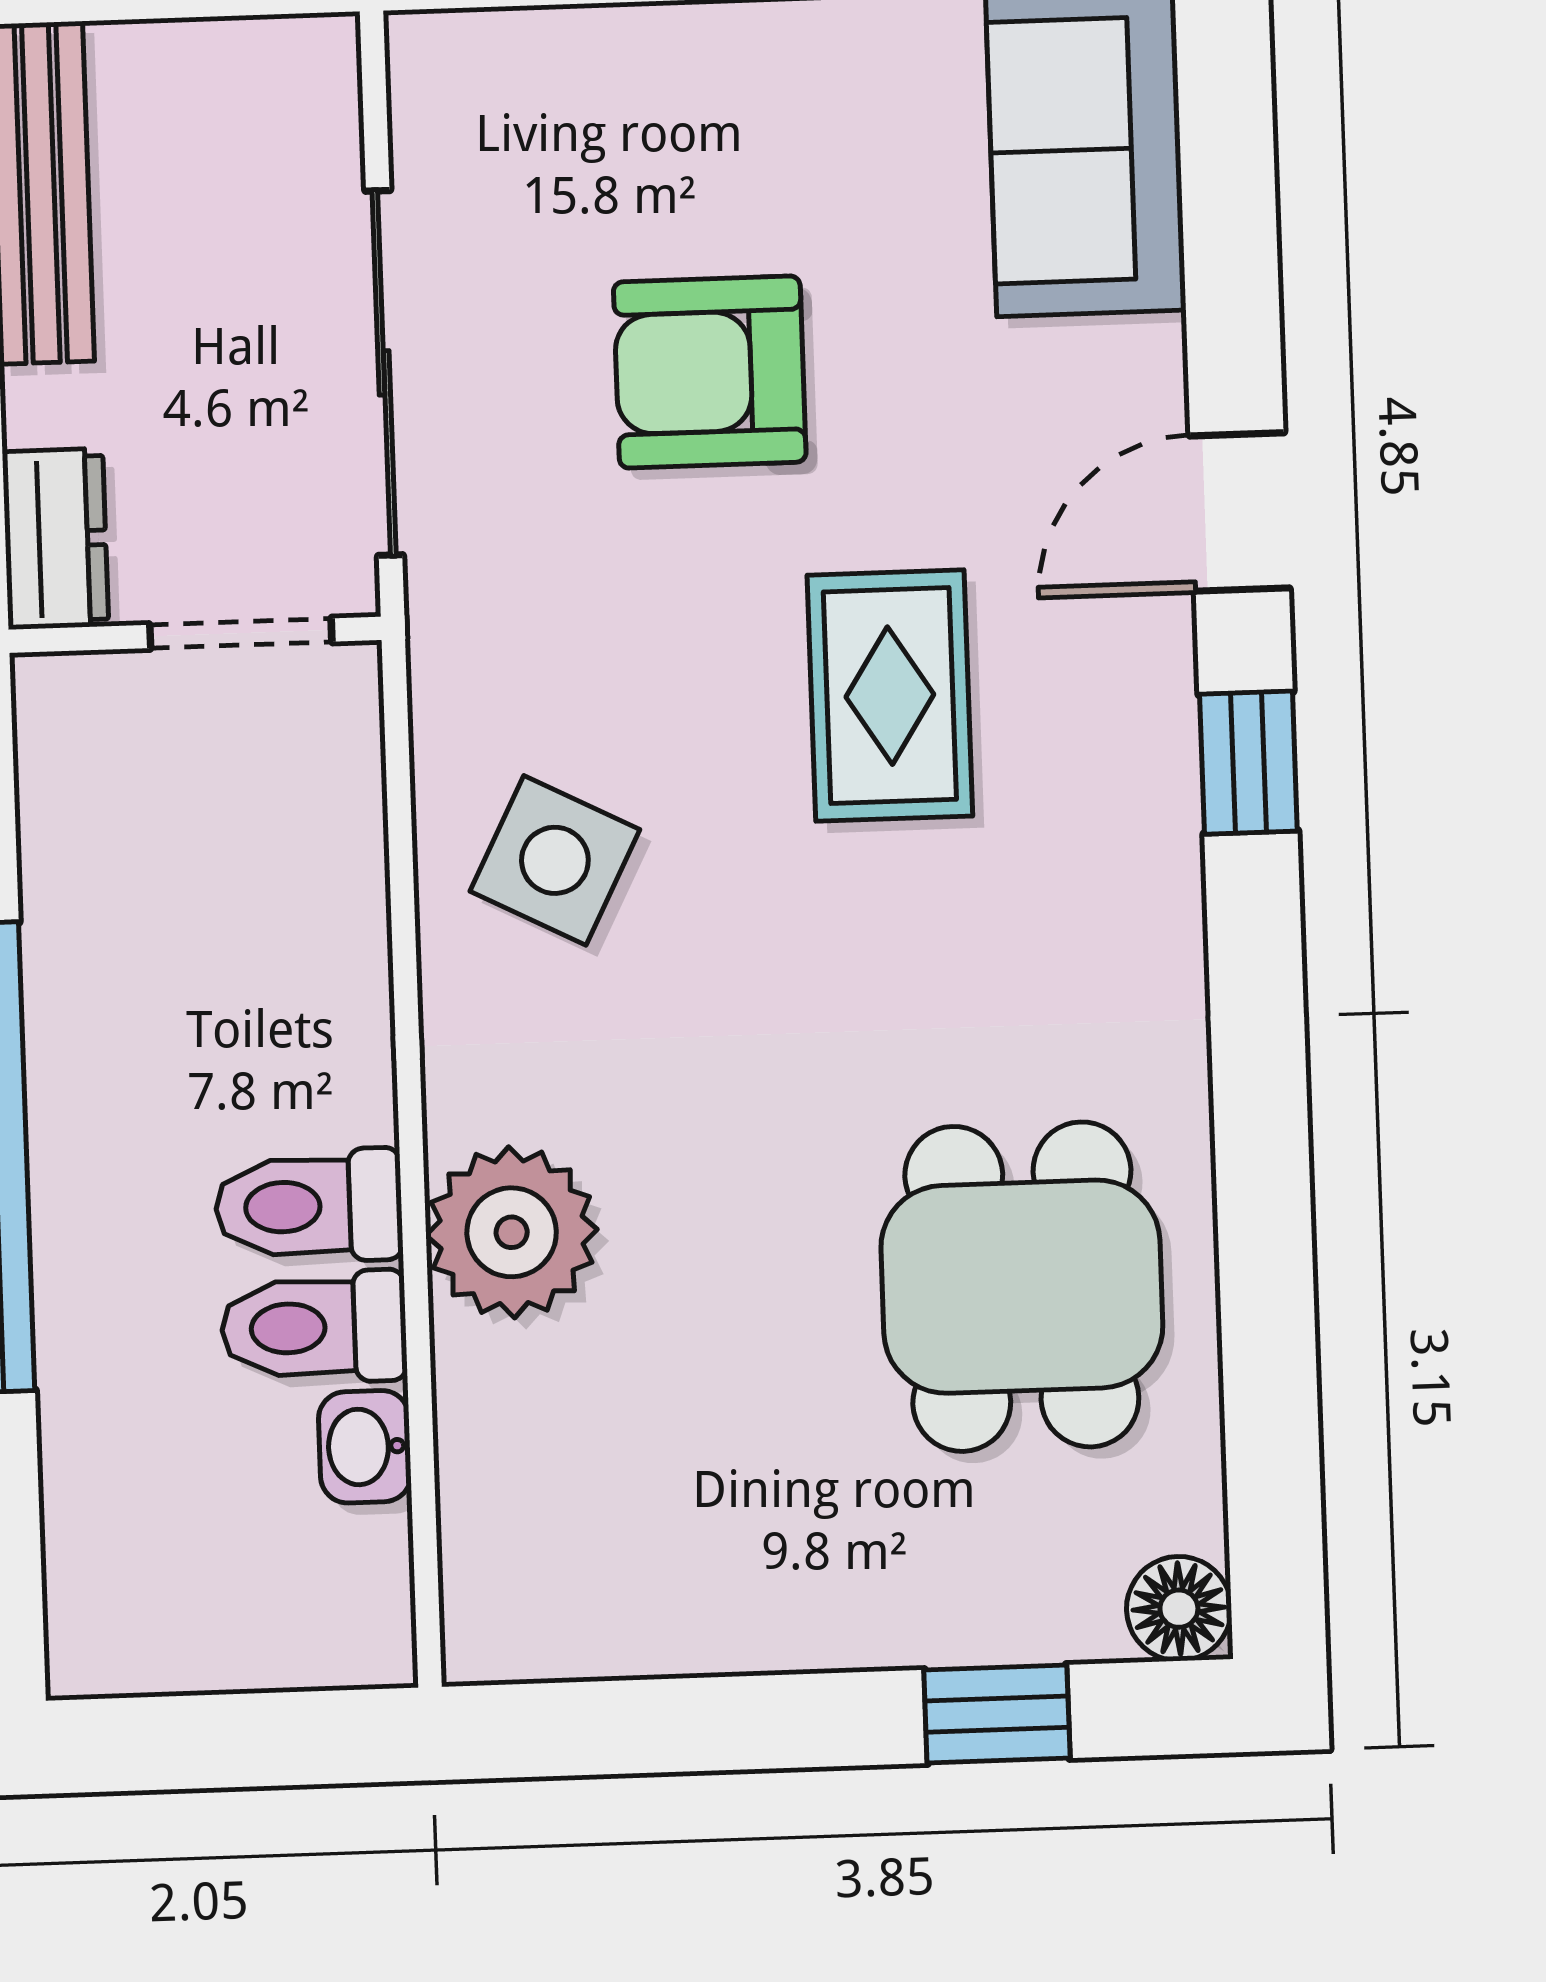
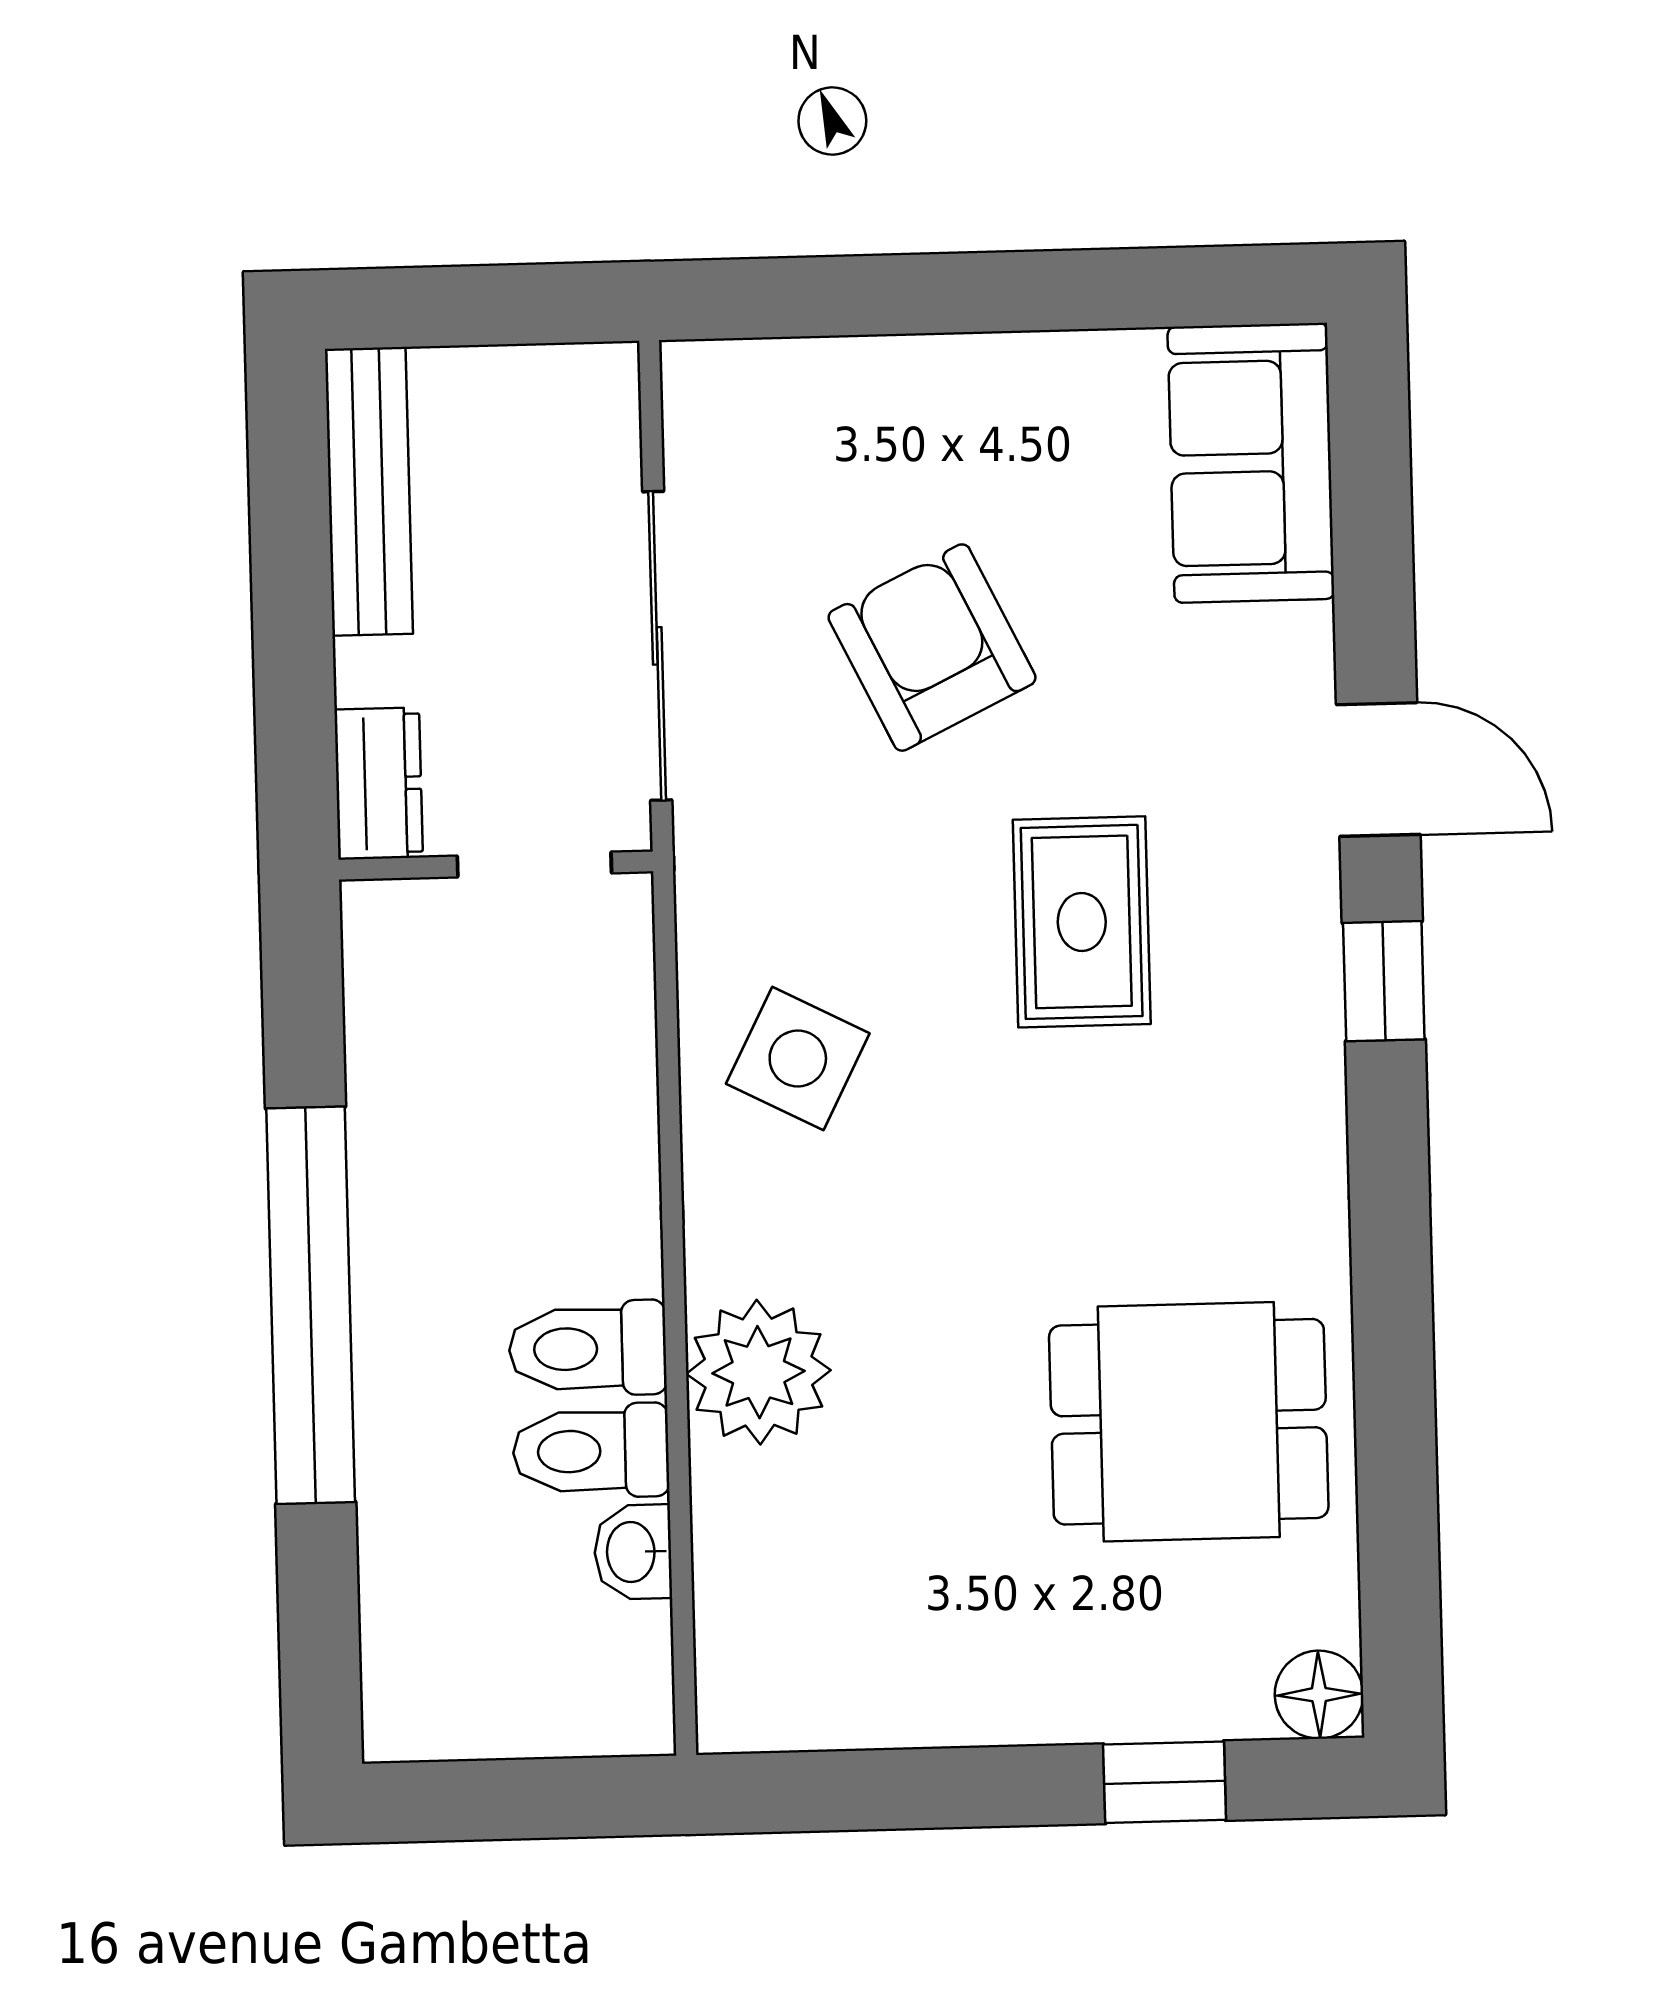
armchair: (710, 372) -> (932, 648), turned 64
door: (1240, 512) -> (1378, 770), swing flipped
dining table: (1022, 1287) -> (1189, 1422), turned 90

